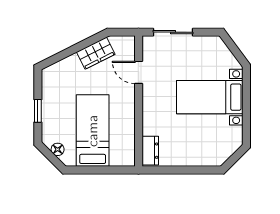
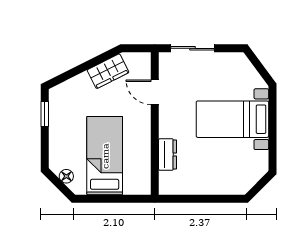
window: (38, 111) -> (45, 114), moved
dresser: (150, 151) -> (168, 154), moved

